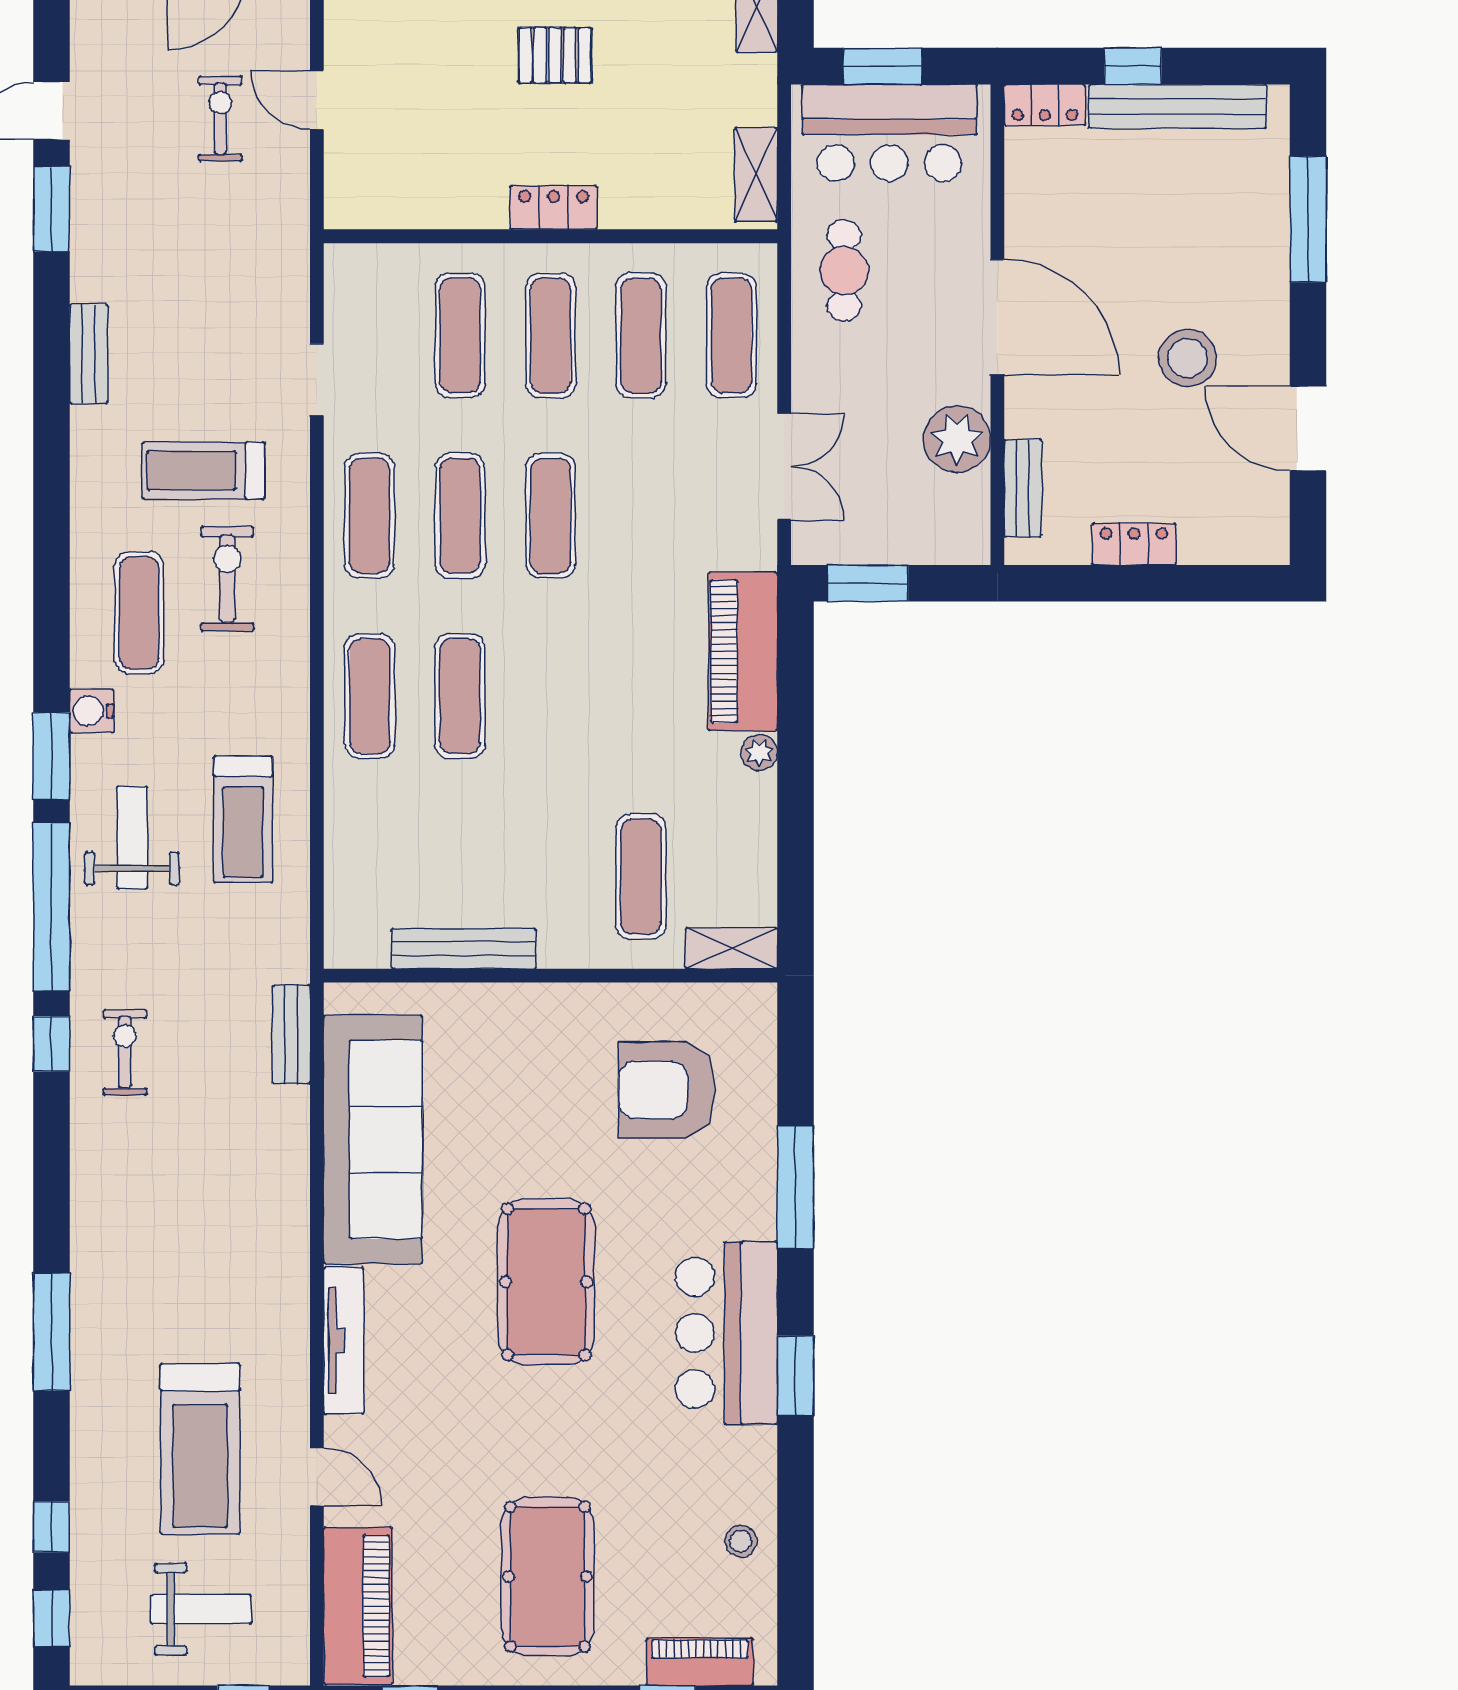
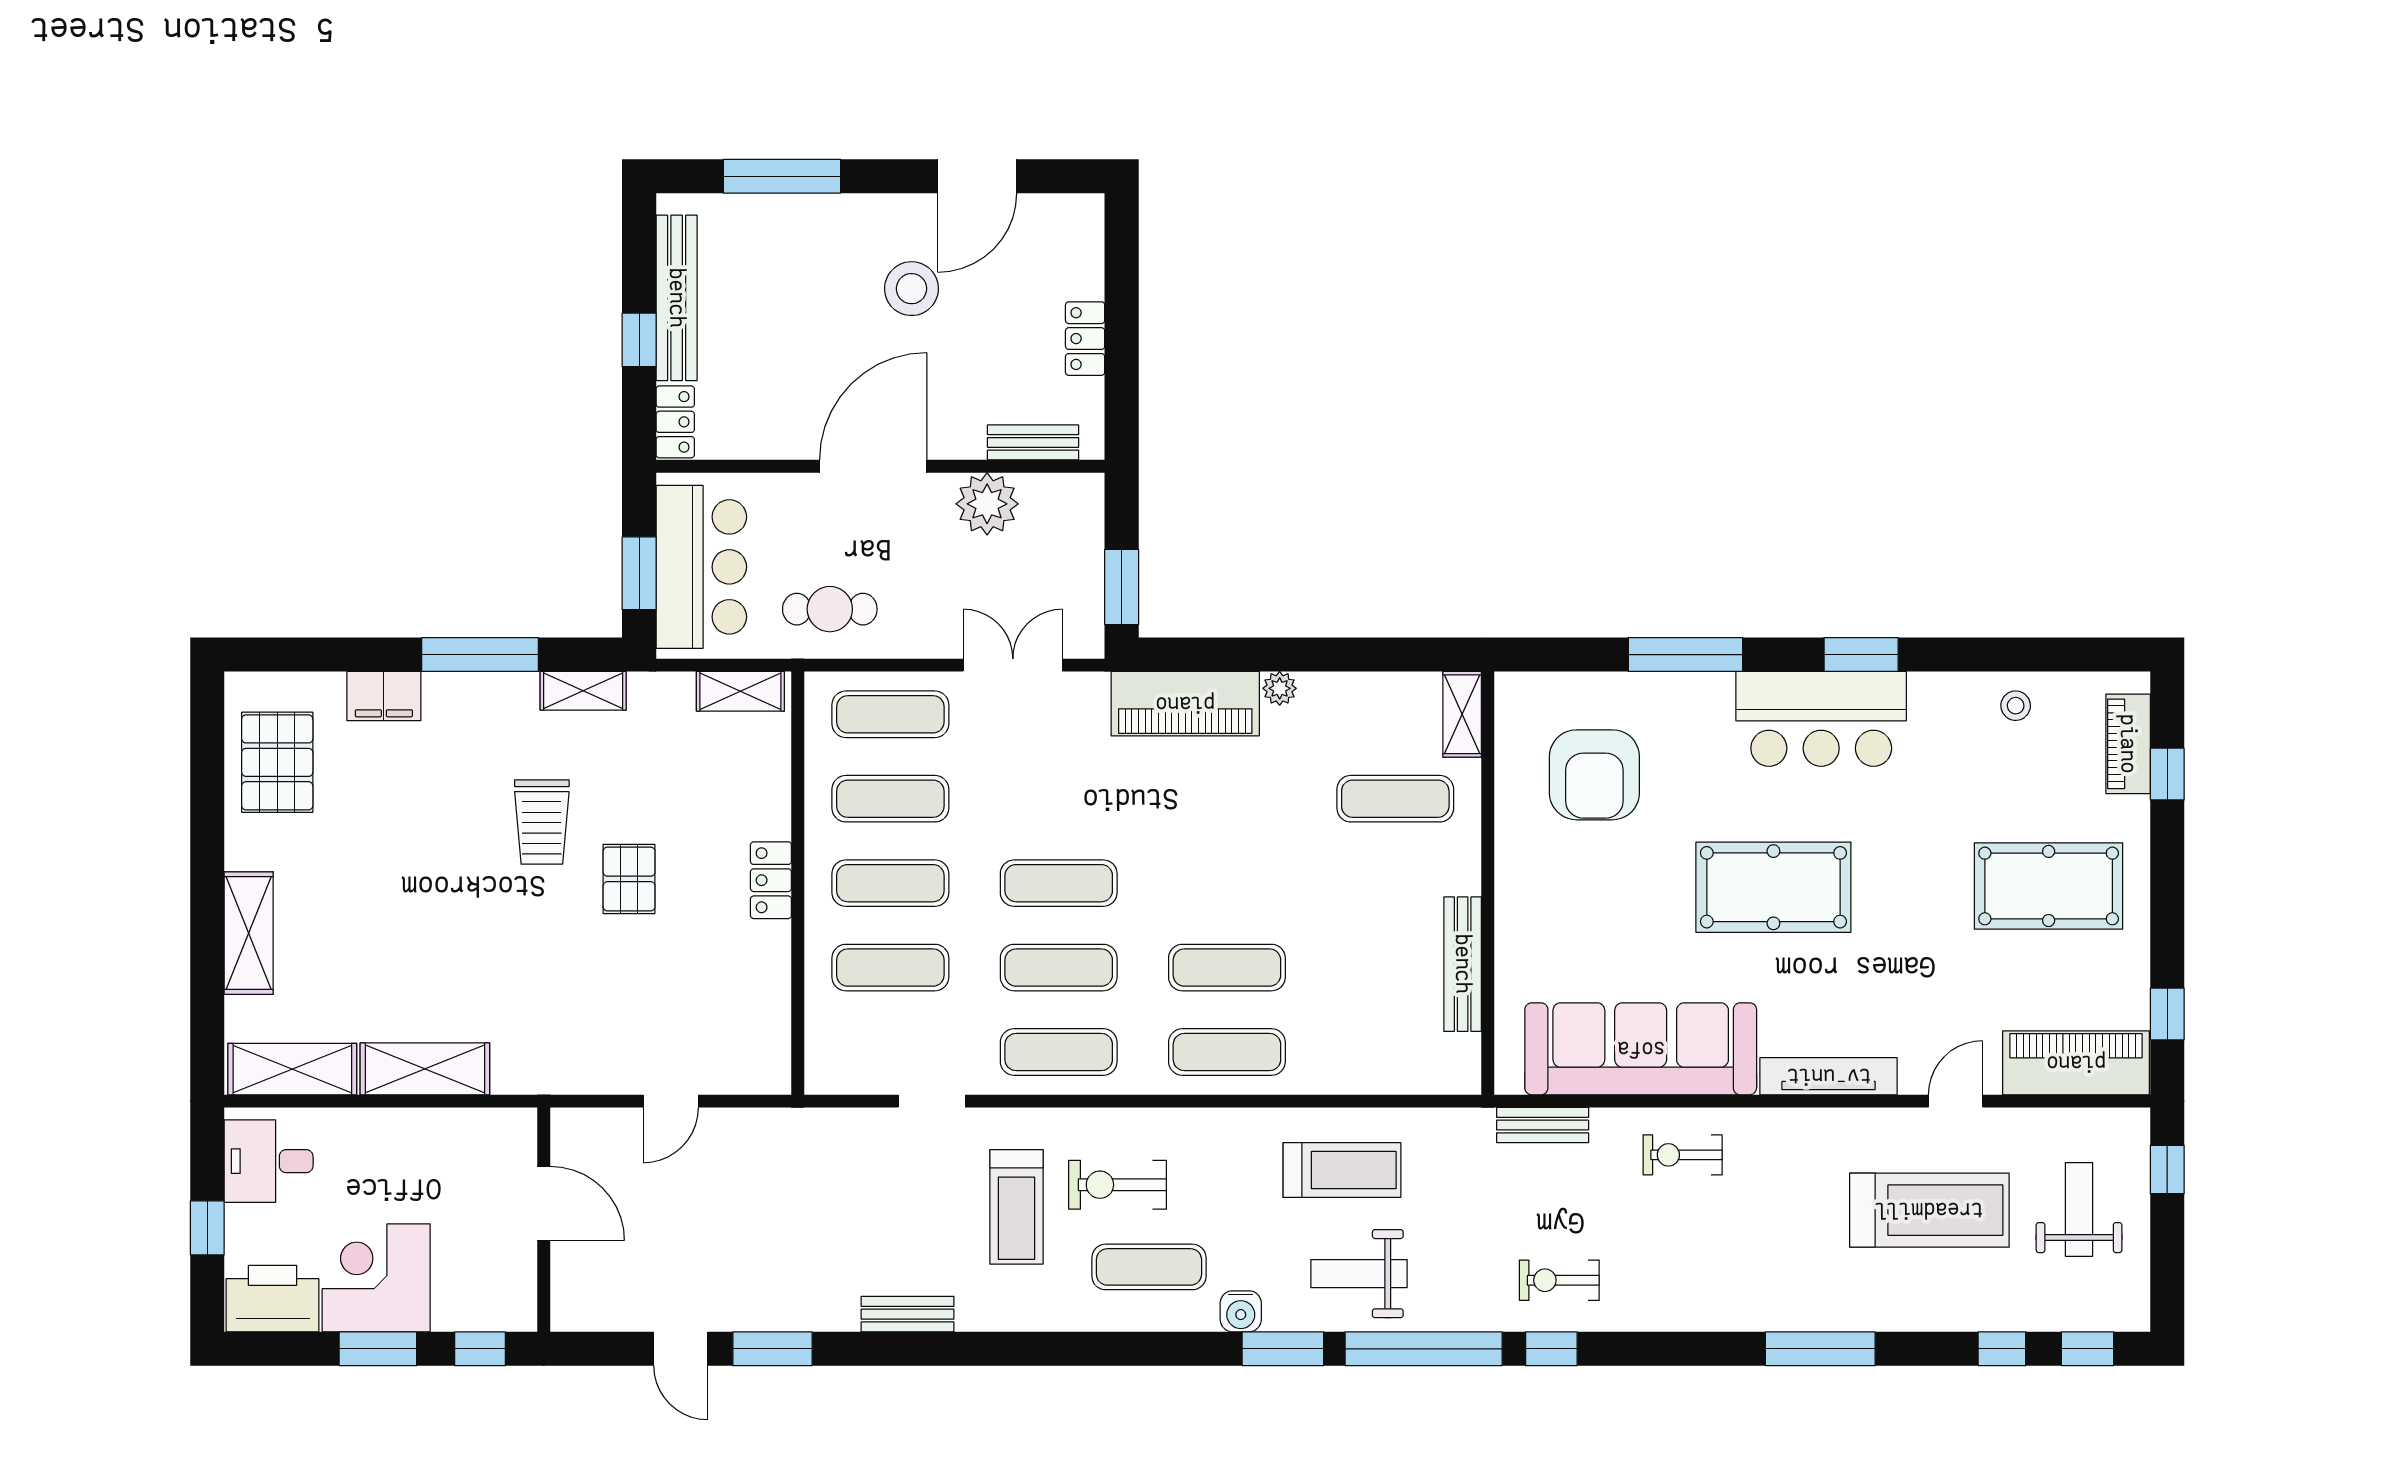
exercise bike: (220, 119) -> (1683, 1155), moved

